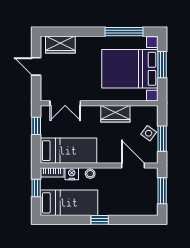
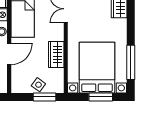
window: (162, 139) -> (45, 97), moved
door: (133, 165) -> (9, 54), moved

